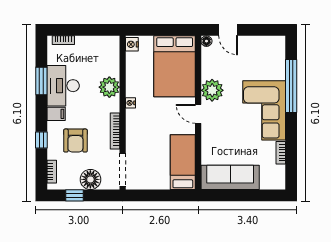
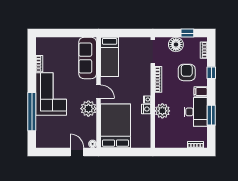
nightstand: (132, 44) -> (146, 109), moved
sofa: (230, 177) -> (88, 58), moved, turned 90

